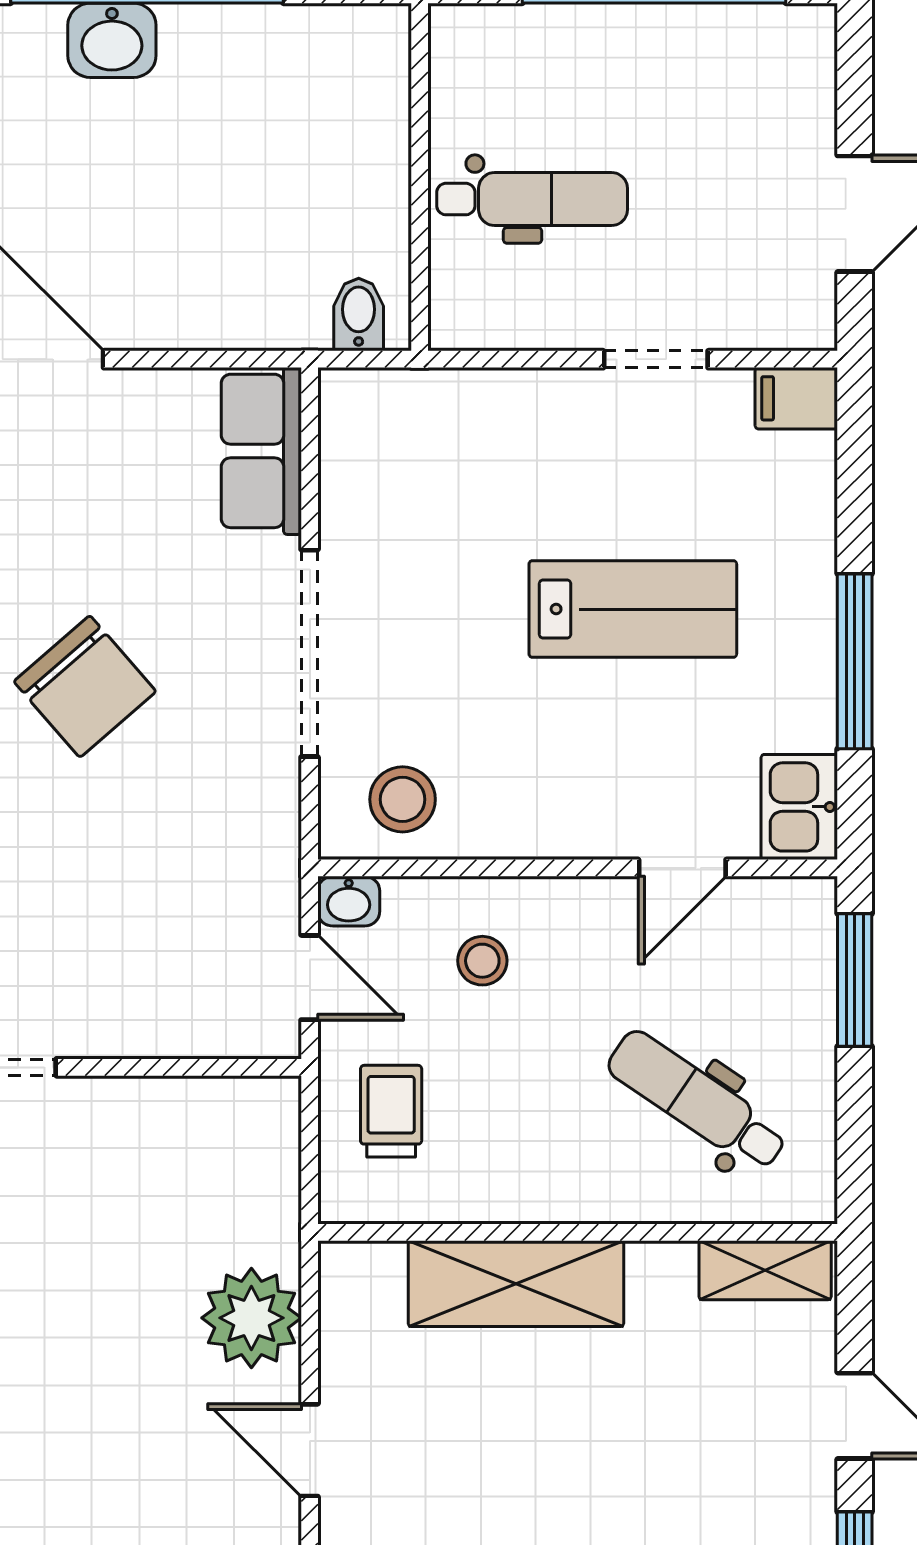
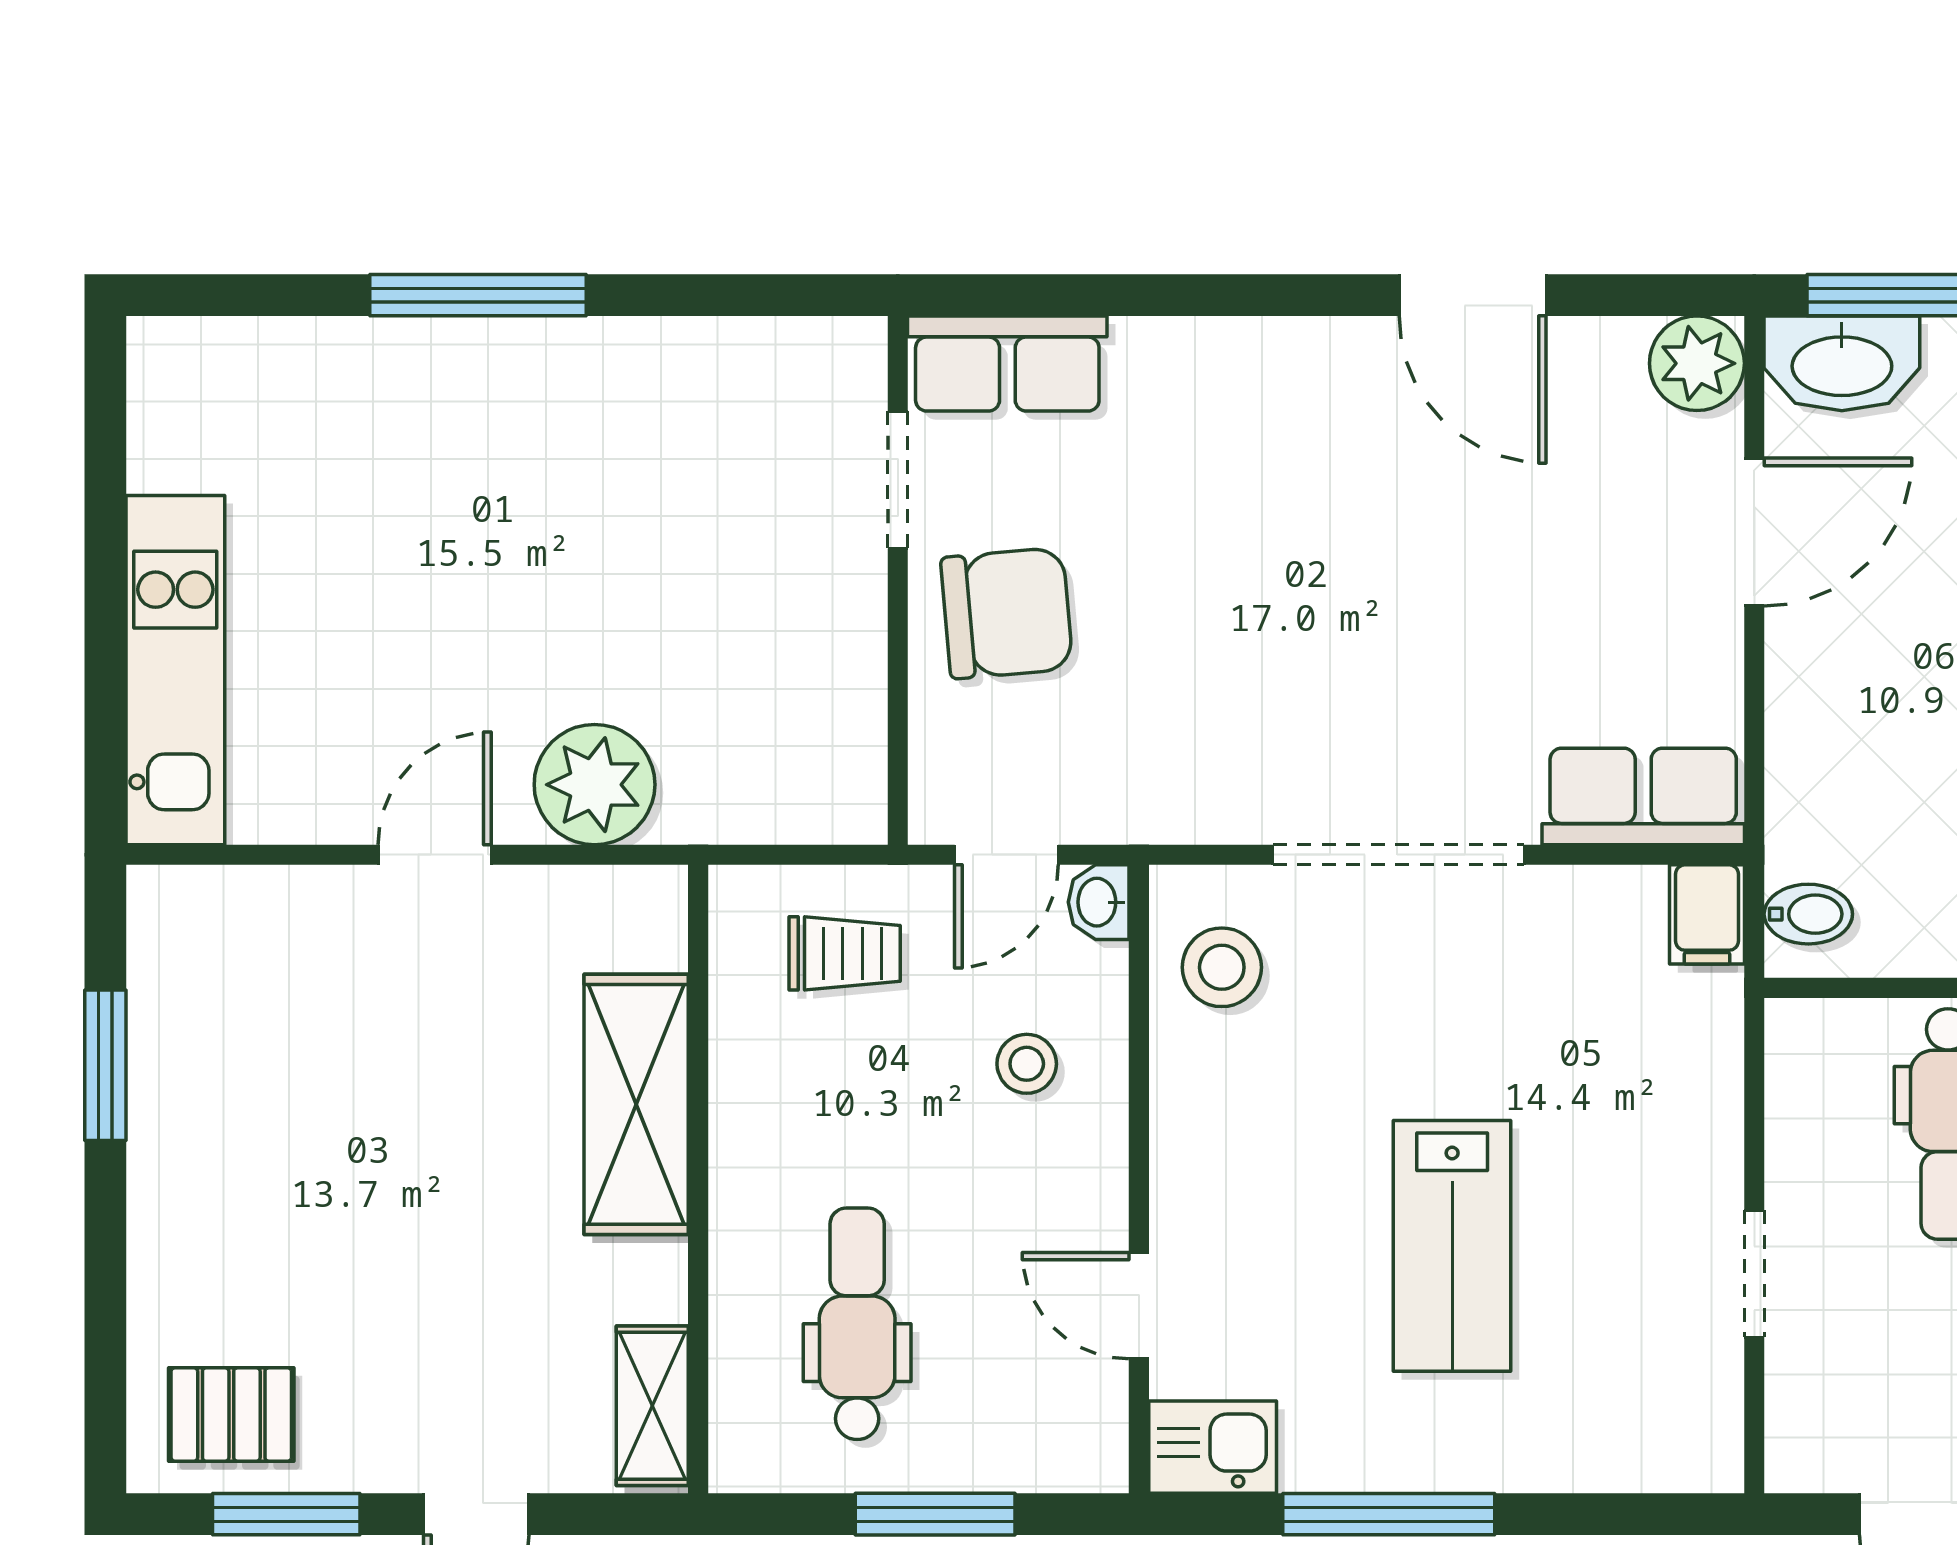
filing cabinet: (796, 398) -> (1707, 914), moved, turned 180
chair: (85, 686) -> (1007, 613), moved, turned -144
window: (855, 980) -> (935, 1514), moved
dental chair: (697, 1101) -> (857, 1324), turned -34

